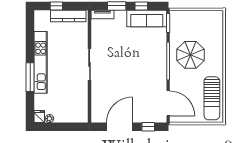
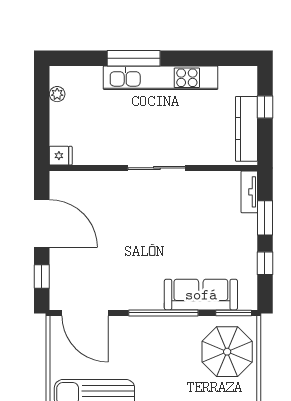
sofa: (147, 18) -> (201, 295), moved, turned 90
parasol: (191, 55) -> (227, 352), moved
door: (168, 103) -> (85, 313), hinge flipped
fridge: (39, 117) -> (61, 156), moved

